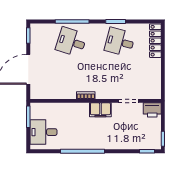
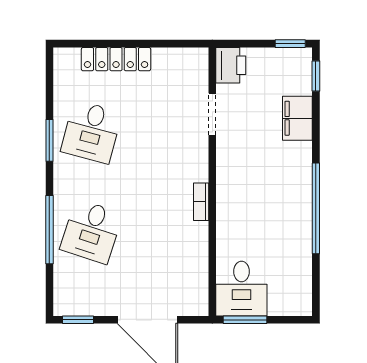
locker: (155, 41) -> (116, 59), moved
filing cabinet: (100, 110) -> (297, 118), moved, turned 180
desk: (43, 132) -> (241, 289), moved

